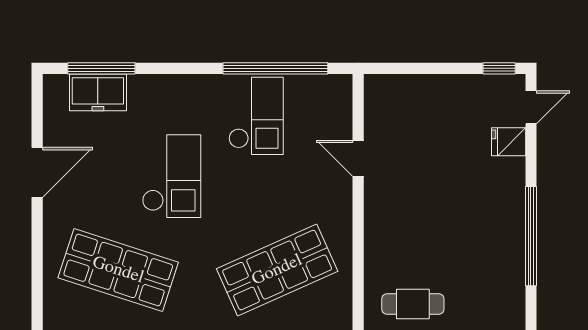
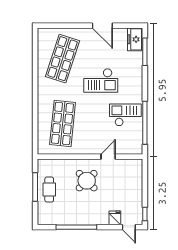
freezer: (98, 92) -> (135, 39), moved
checkout: (256, 116) -> (125, 115), turned 180
round table: (417, 211) -> (87, 181), added
shop shelf: (277, 270) -> (63, 123), turned 30
cafe table: (413, 304) -> (49, 190), moved

